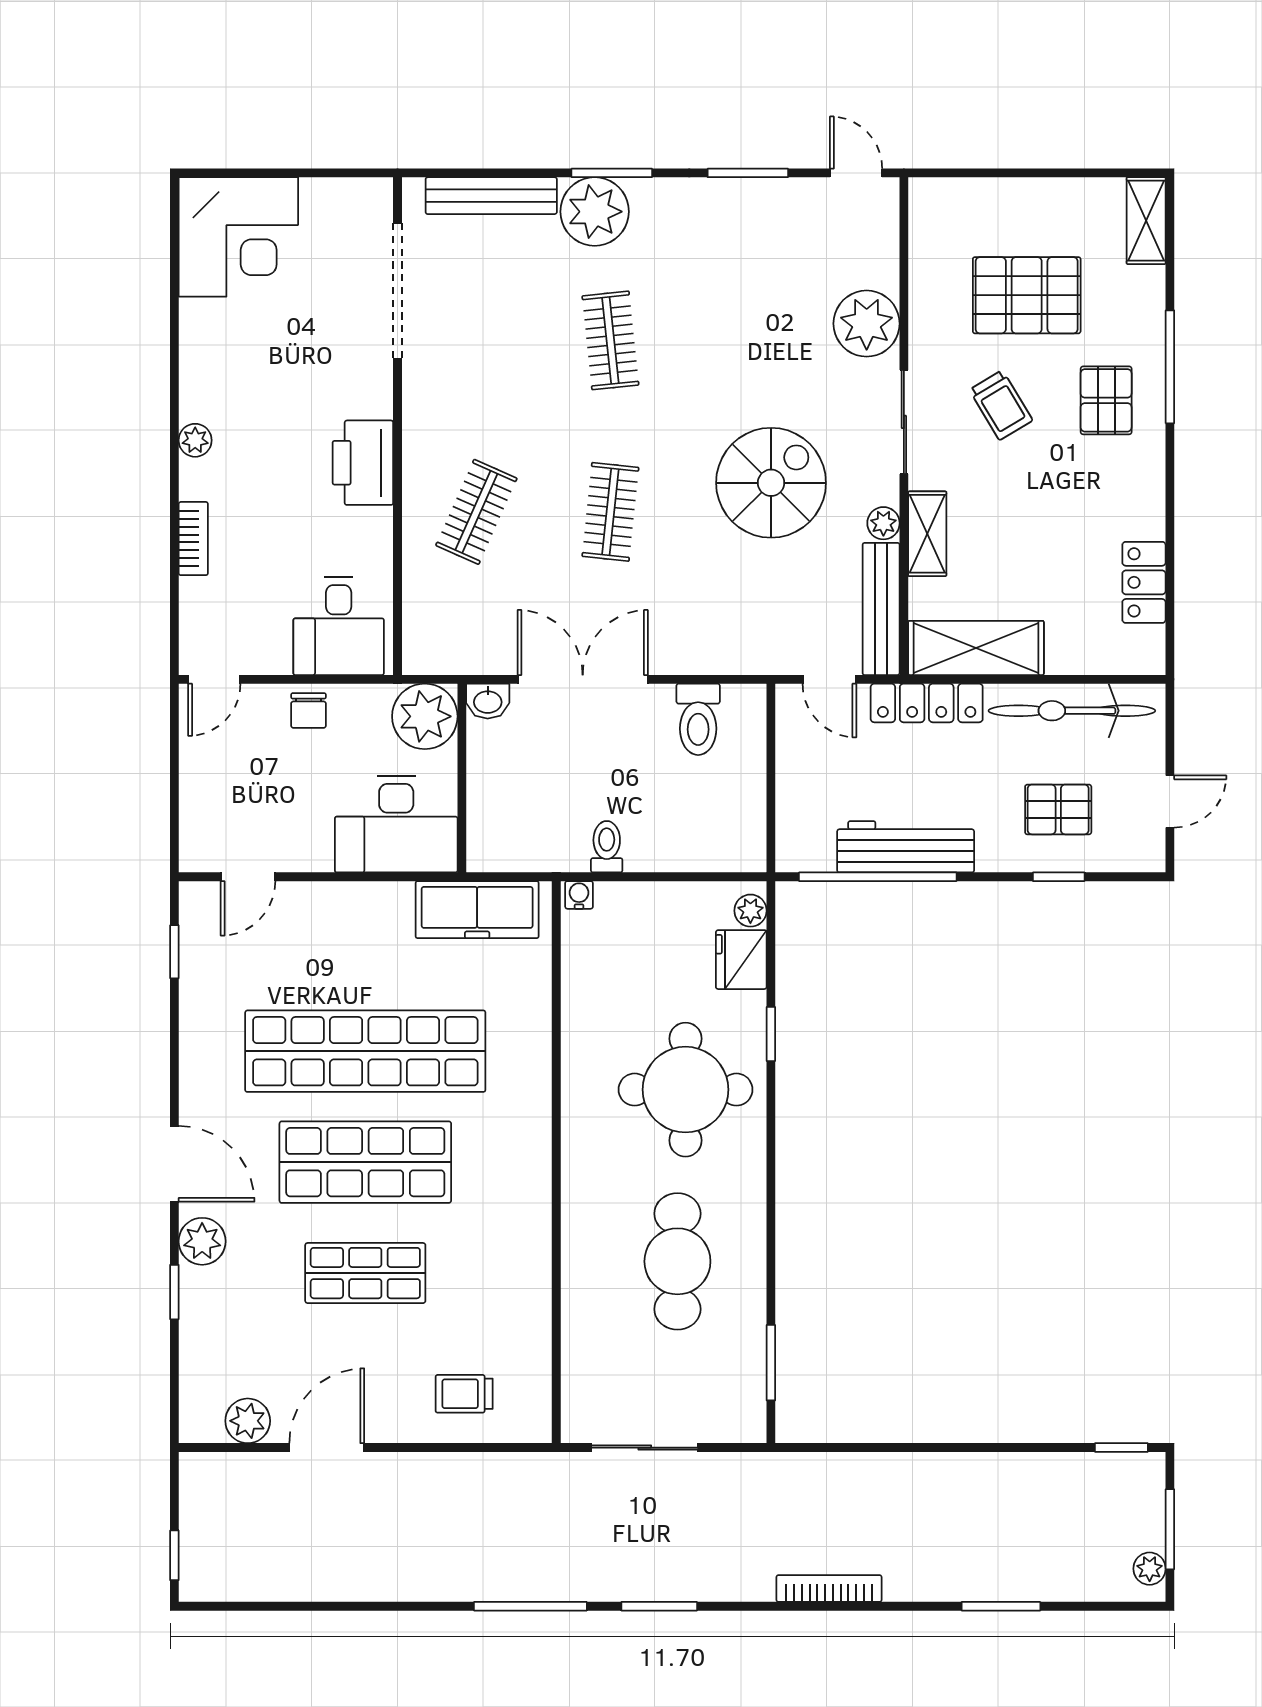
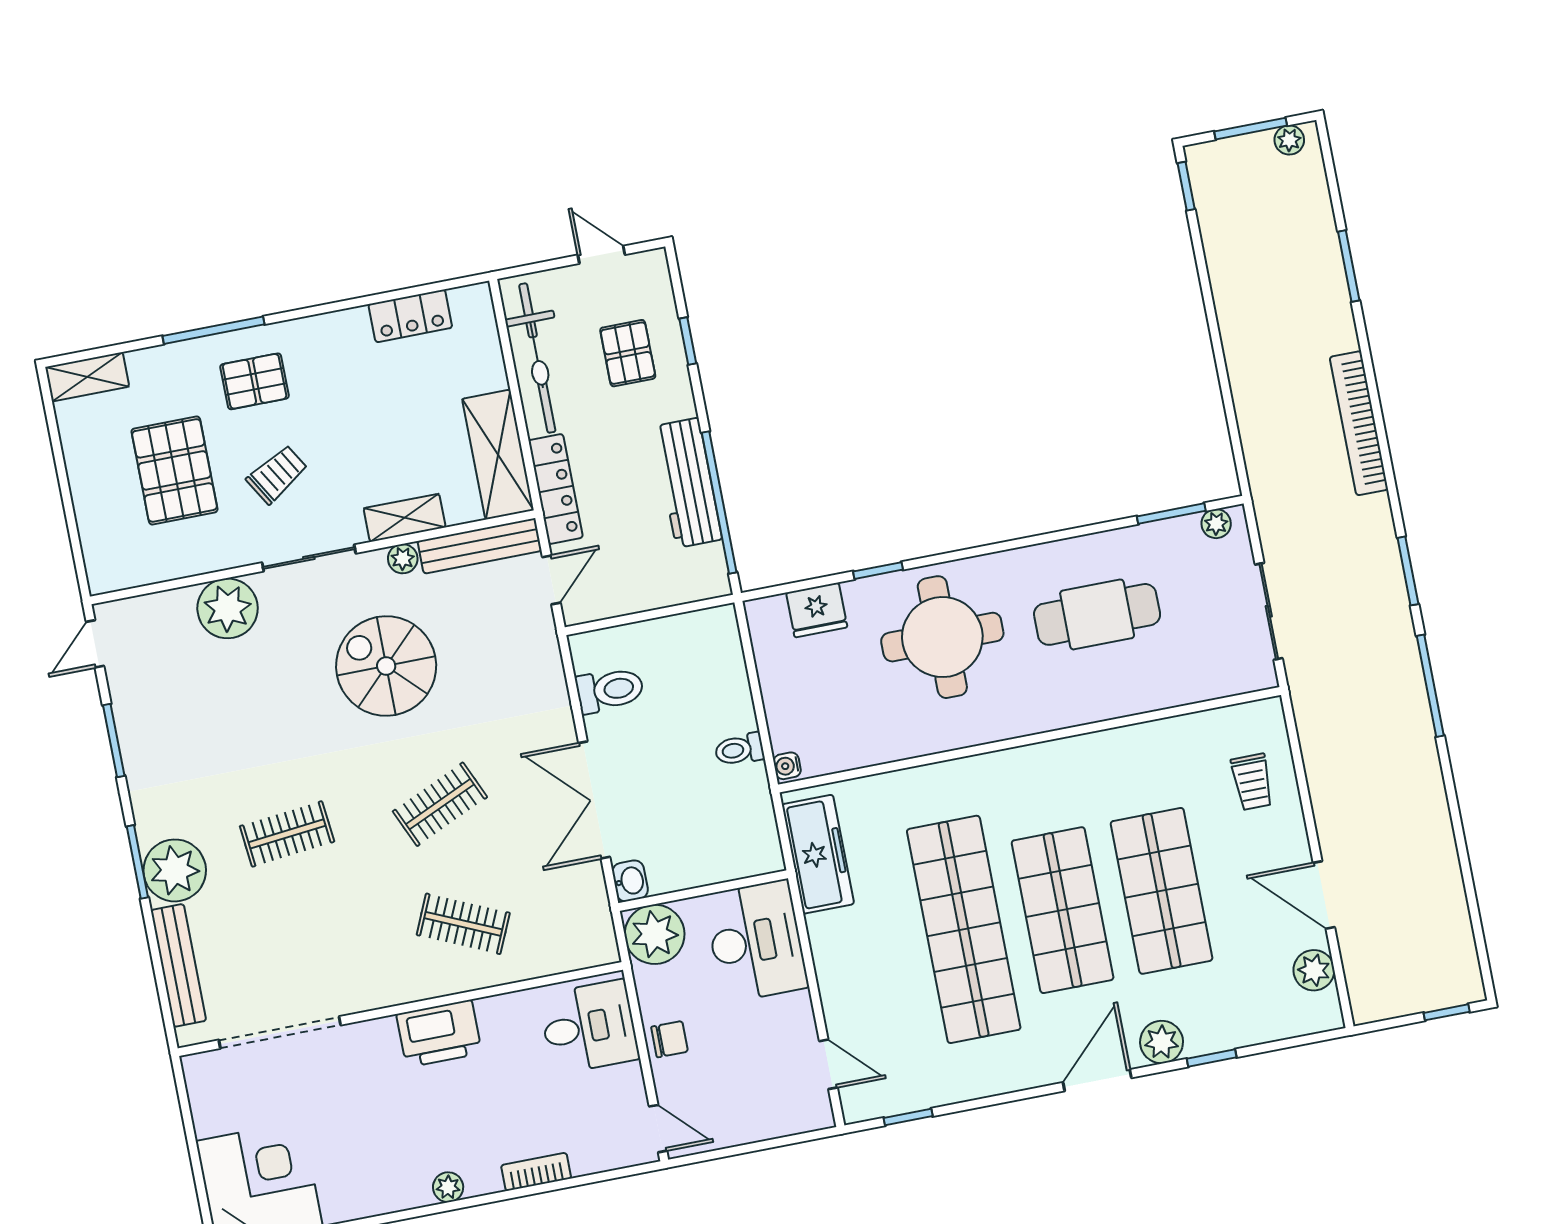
clothes rail: (610, 512) -> (440, 804), turned -30
plant: (750, 911) -> (1216, 524), moved
shop shelf: (365, 1273) -> (1162, 891), width x1.43, depth x1.36
bookcase: (829, 1589) -> (1359, 423), width x1.48, depth x1.31

